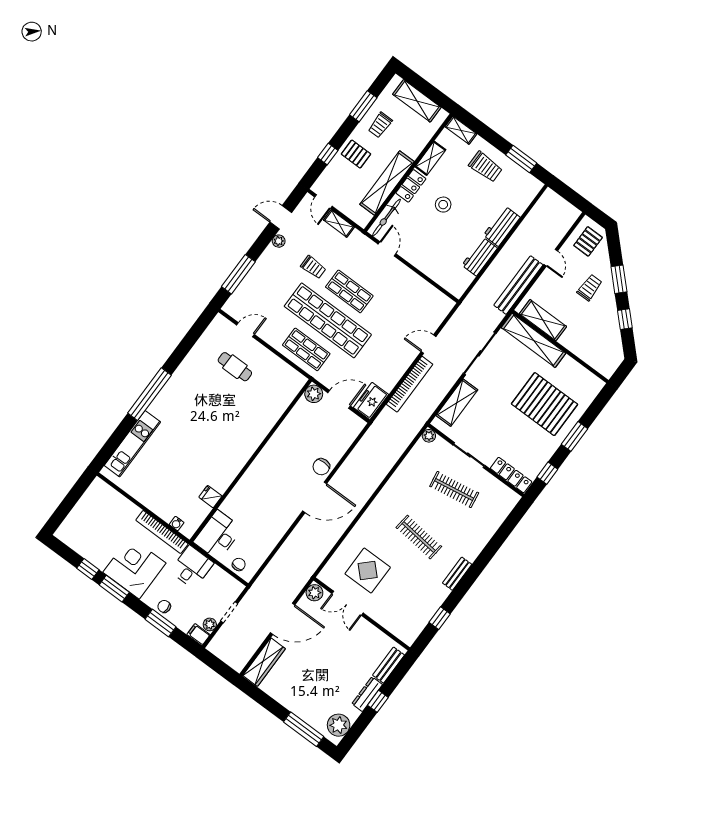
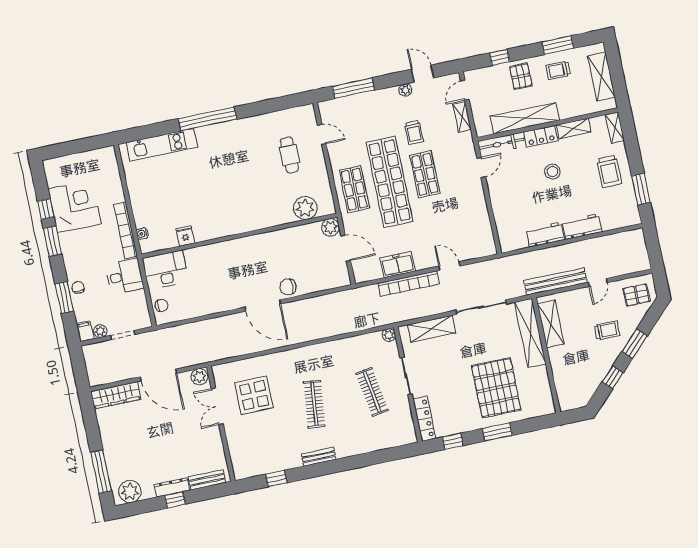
plant: (282, 396) -> (305, 208), added
freezer: (371, 401) -> (398, 265), moved
corner desk: (134, 568) -> (75, 206), moved

